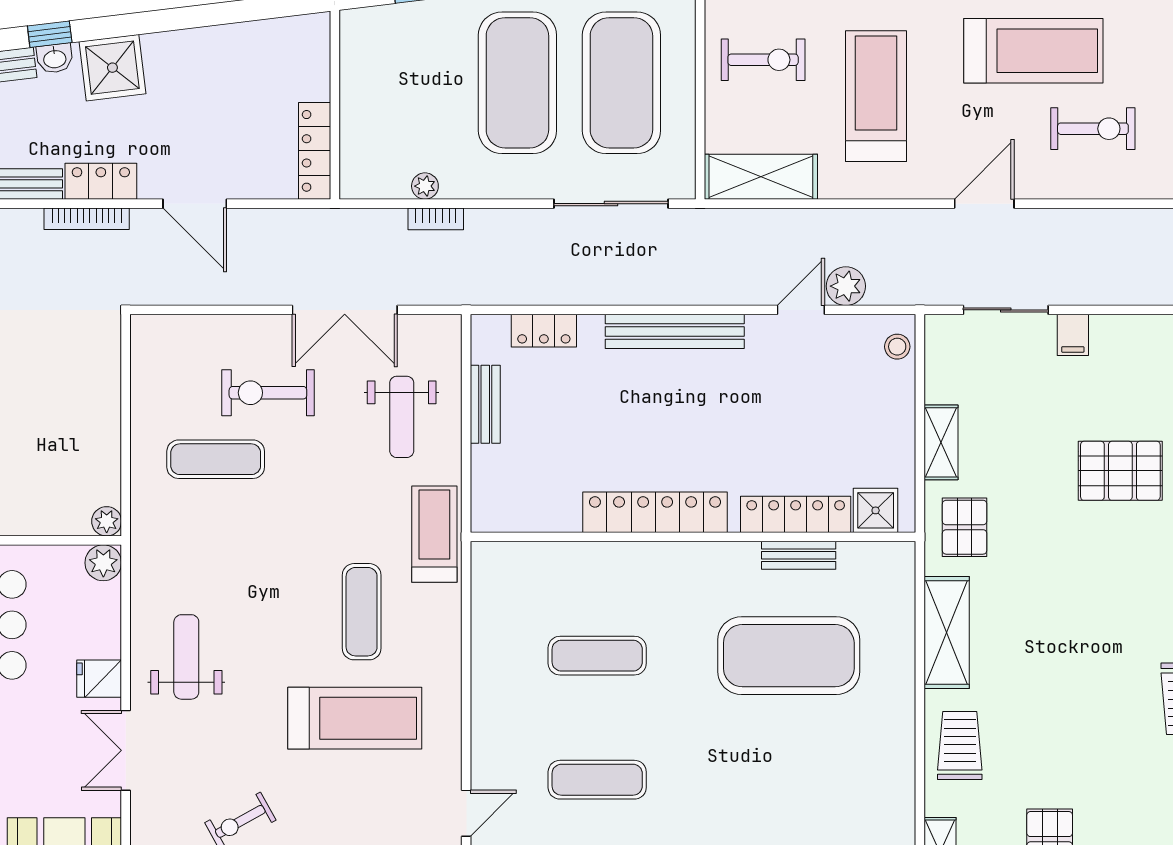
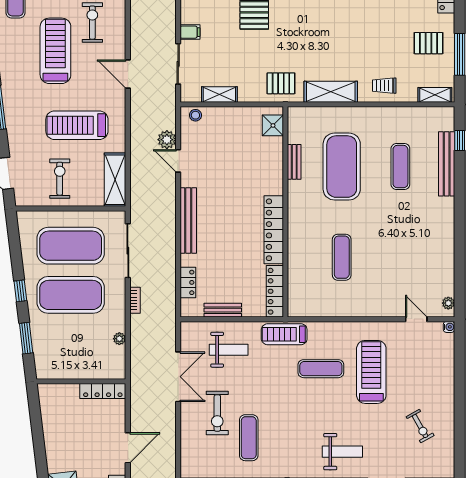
bookcase: (436, 219) -> (135, 300), moved
shelving: (941, 442) -> (219, 94), moved
locker: (796, 514) -> (275, 291), moved
weight bench: (186, 657) -> (342, 452), turned 180
trolley: (960, 745) -> (384, 86), width x0.73, depth x0.72
exercise mat: (597, 780) -> (400, 167), moved

